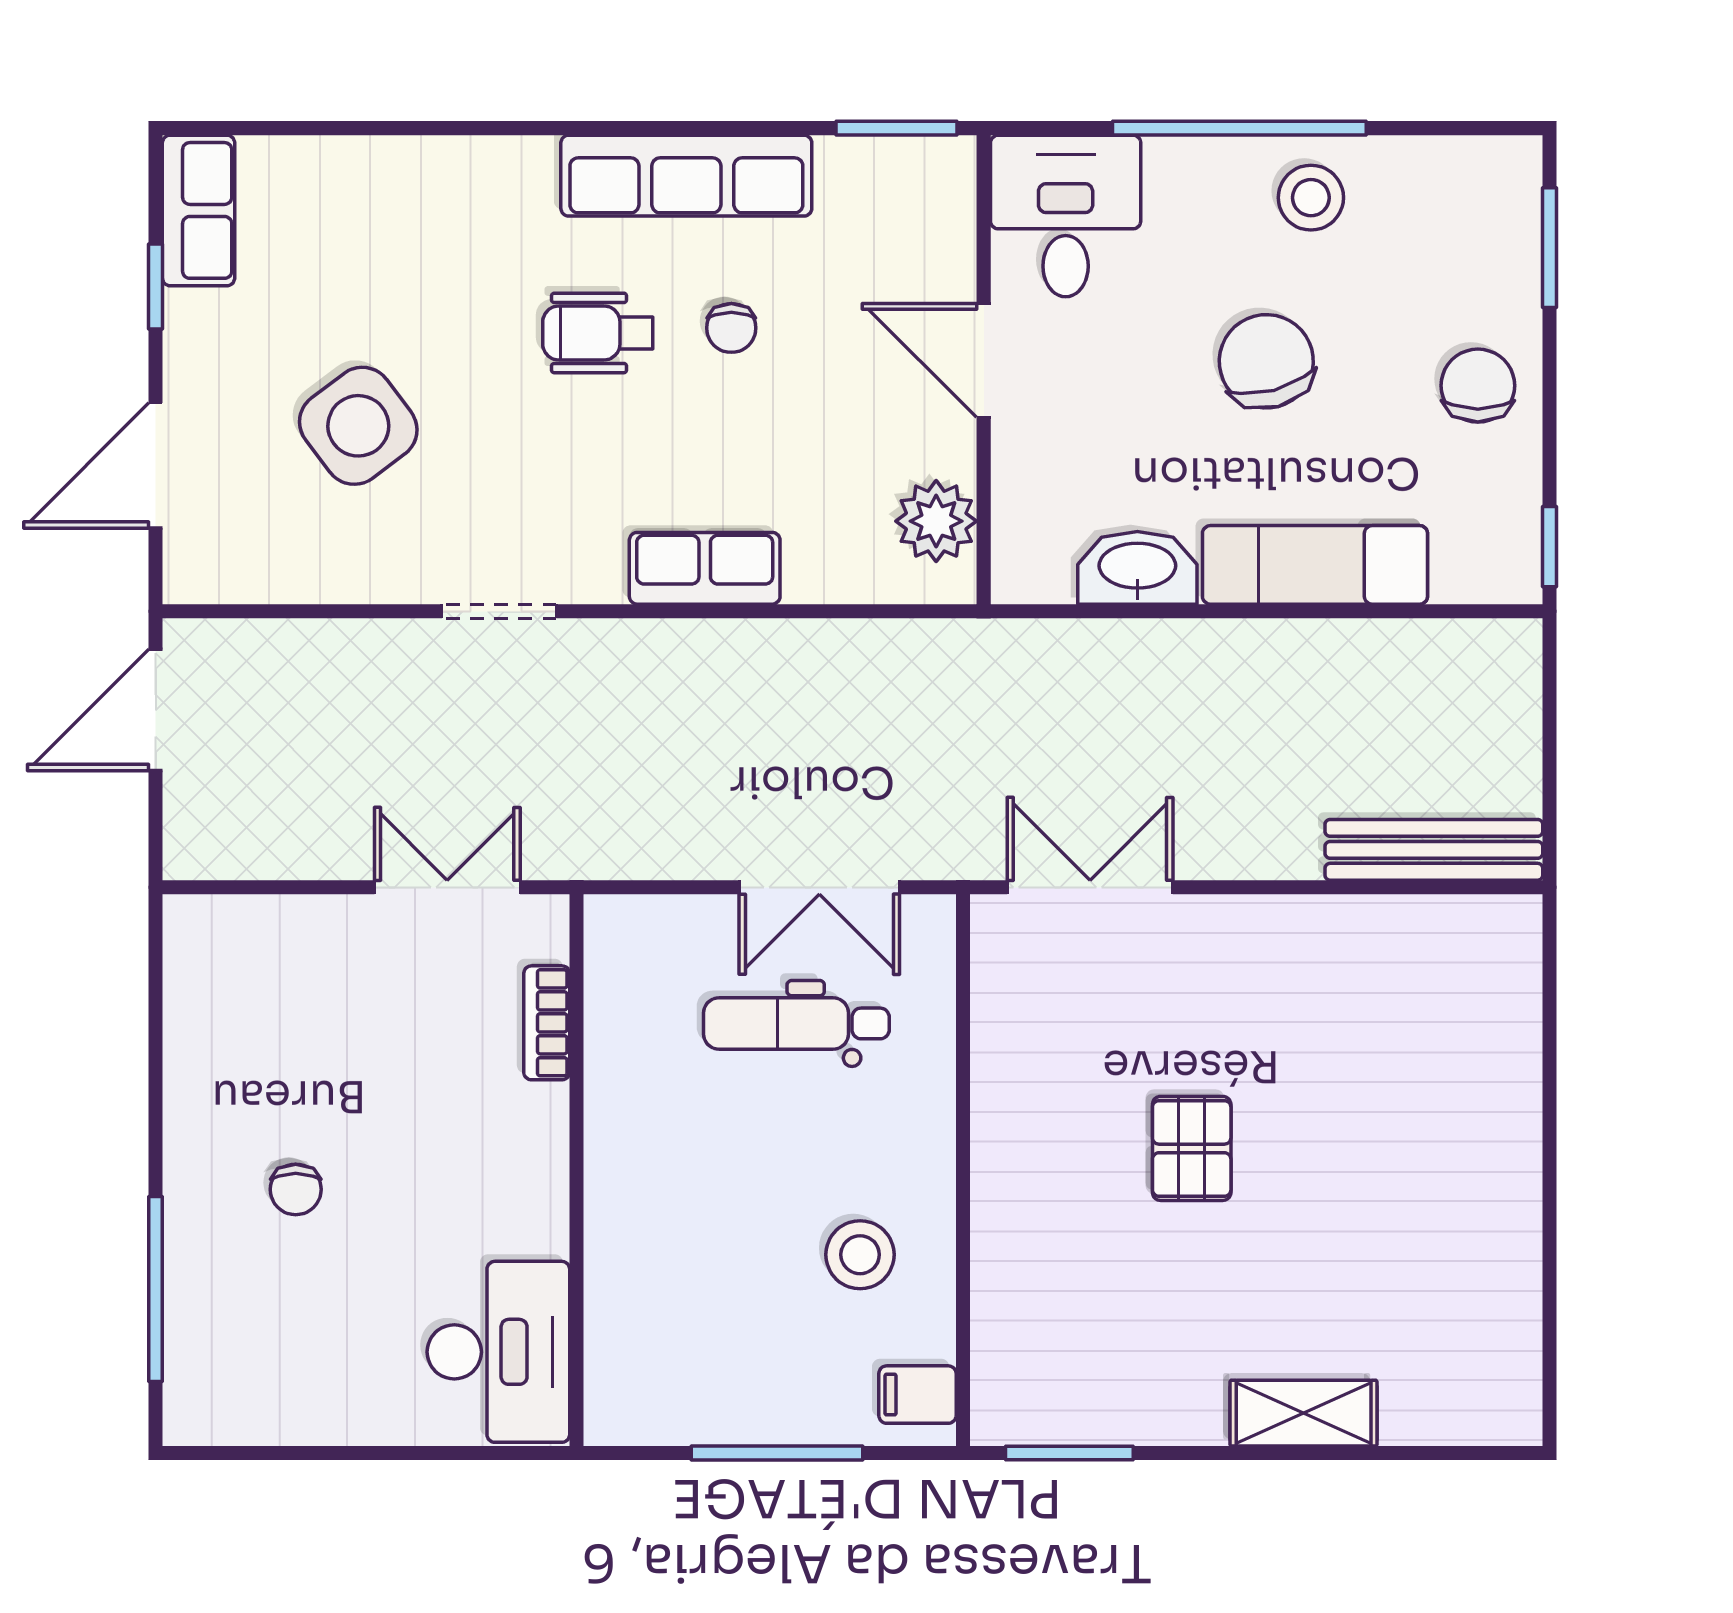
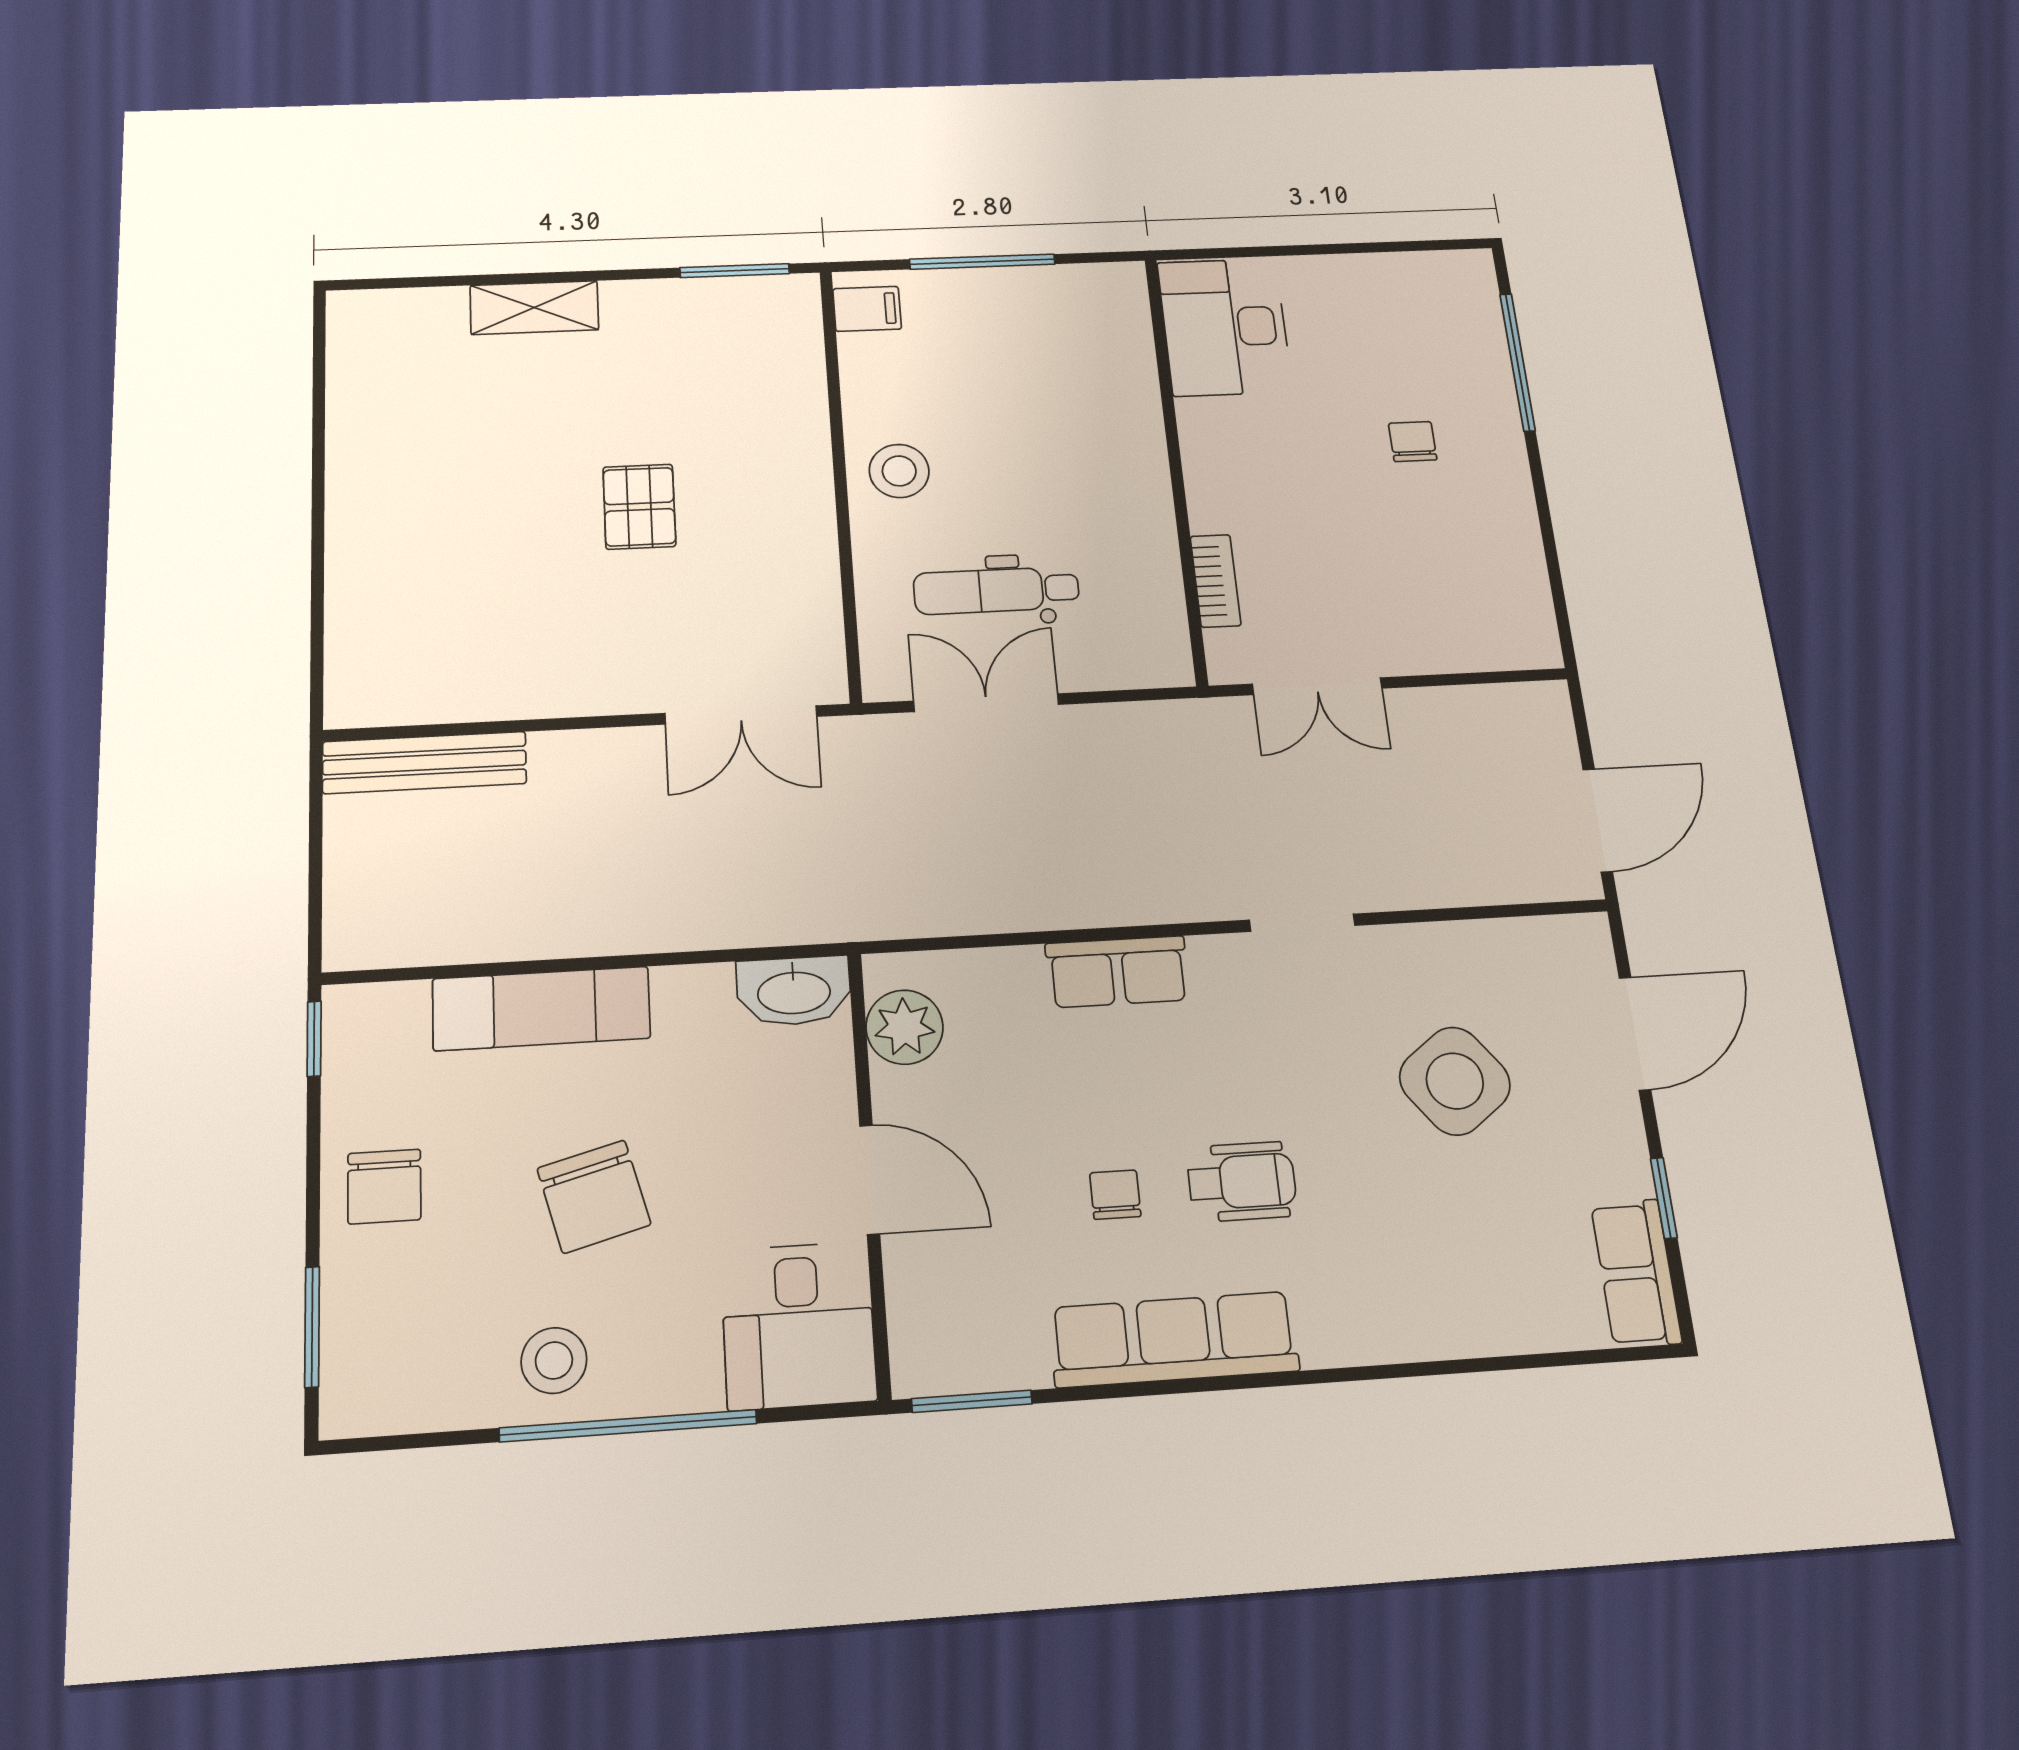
washbasin: (1137, 568) -> (794, 991), moved
dental chair: (796, 1023) -> (996, 590), turned 180
stool: (860, 1255) -> (899, 471), moved

